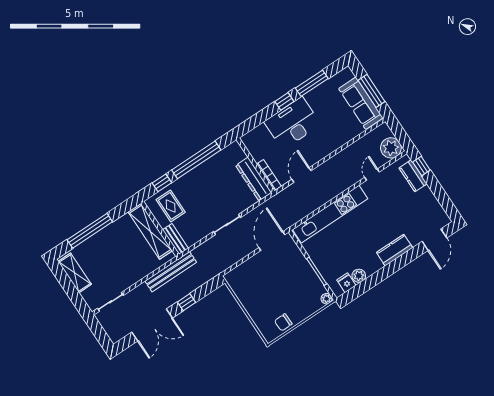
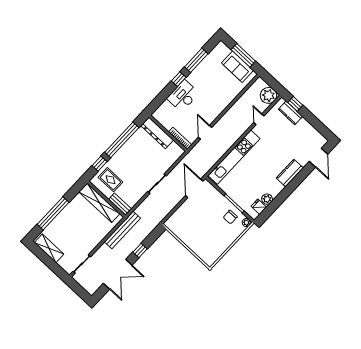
sofa: (361, 103) -> (237, 67), width x0.73
desk: (292, 123) -> (183, 96), width x0.73, depth x0.77
dresser: (254, 179) -> (157, 133), moved
chair: (283, 322) -> (230, 217), moved

